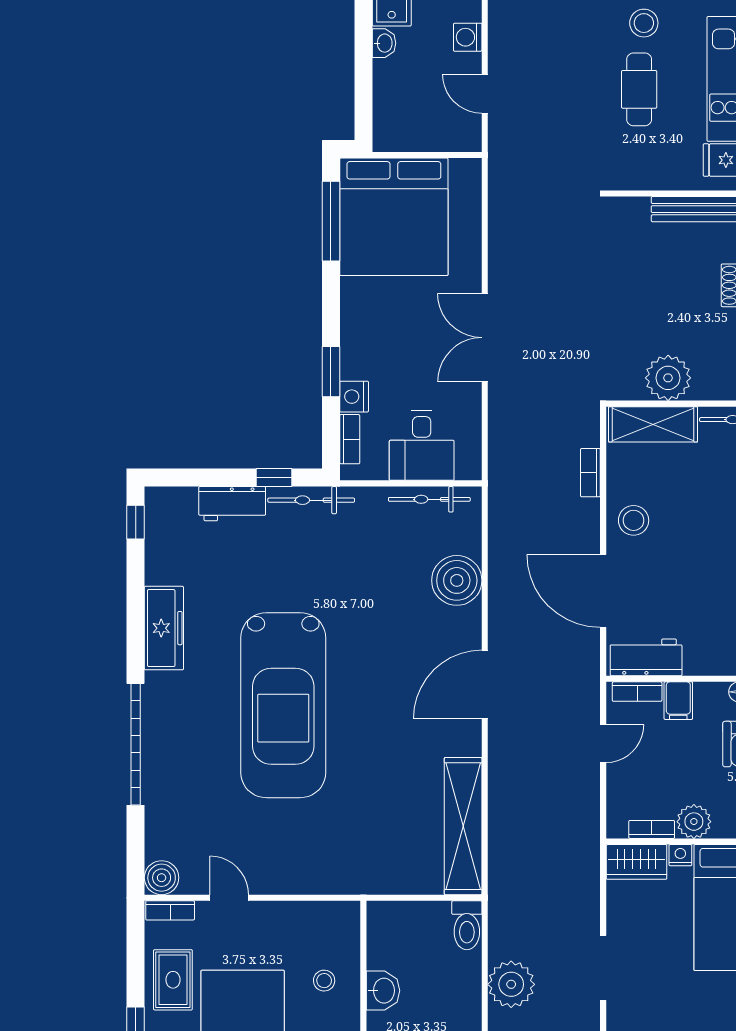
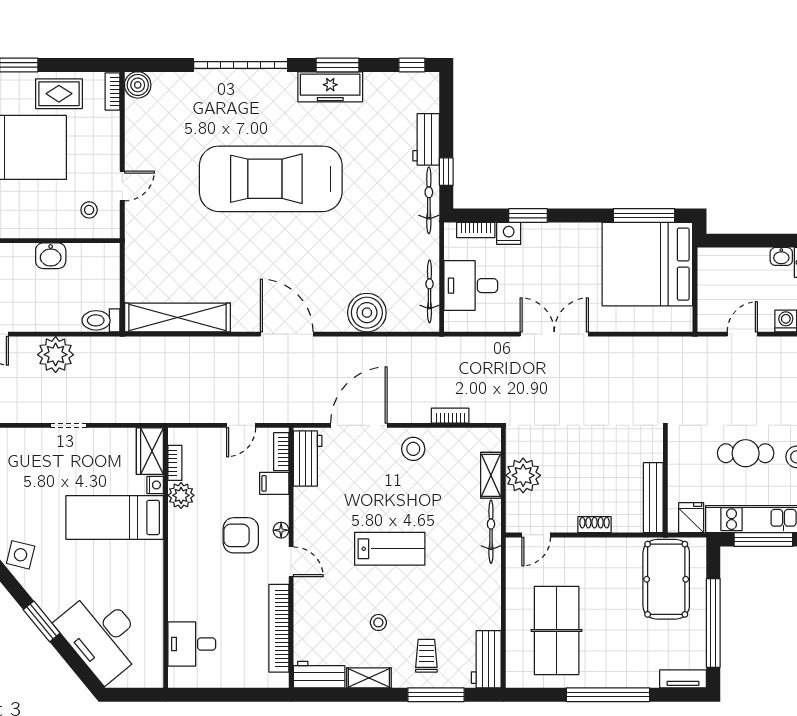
shelving: (653, 424) -> (491, 475), width x0.67, depth x0.75
window: (136, 619) -> (338, 65), added
door: (603, 744) -> (241, 425), hinge flipped
door: (229, 898) -> (122, 186), moved
doorway: (603, 968) -> (68, 425), width x0.73
stool: (324, 981) -> (89, 210), moved

